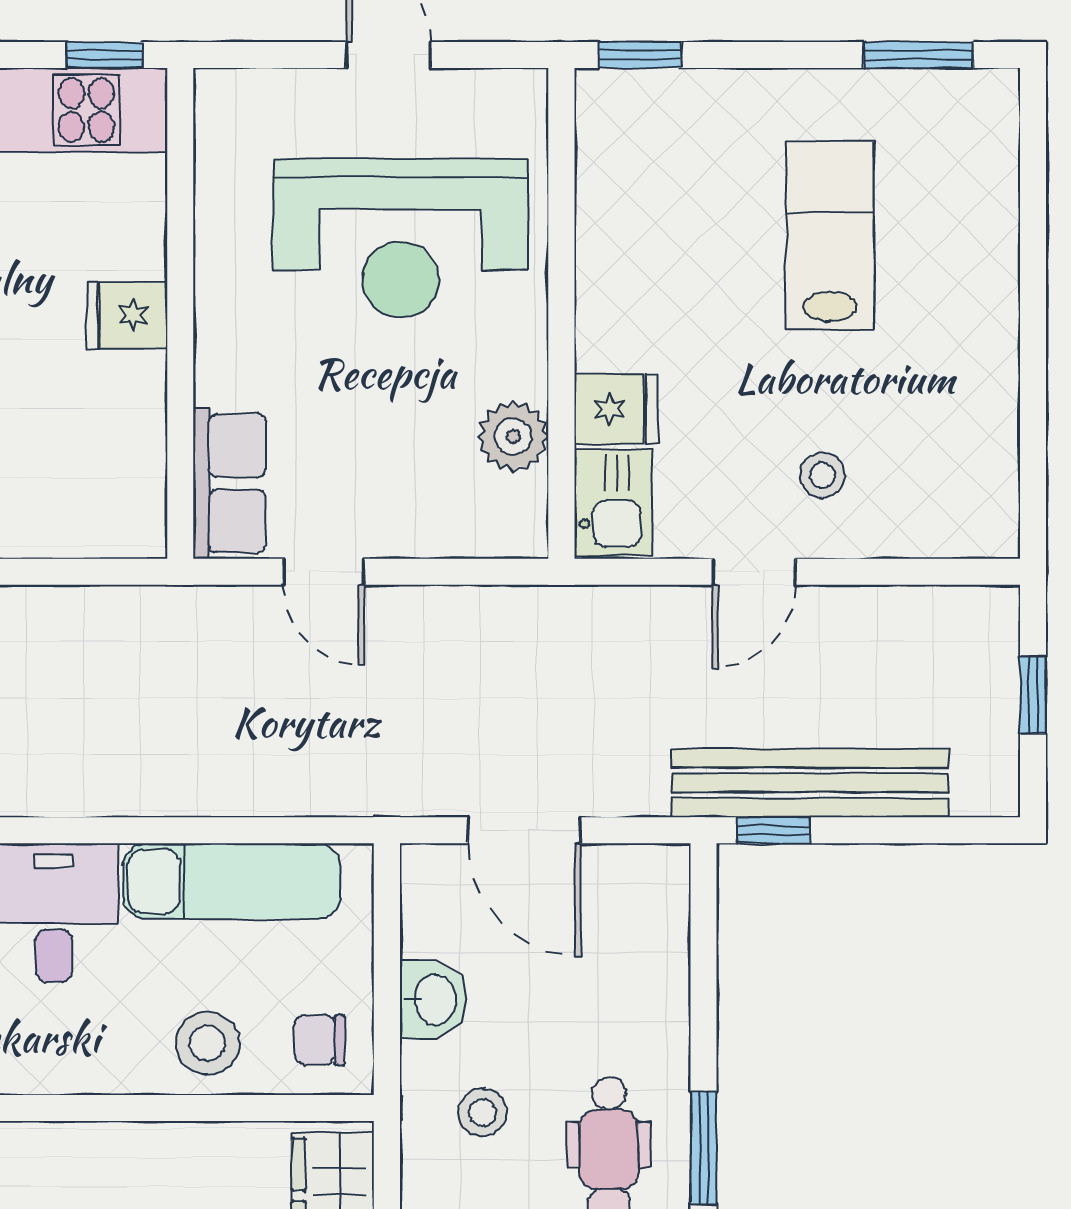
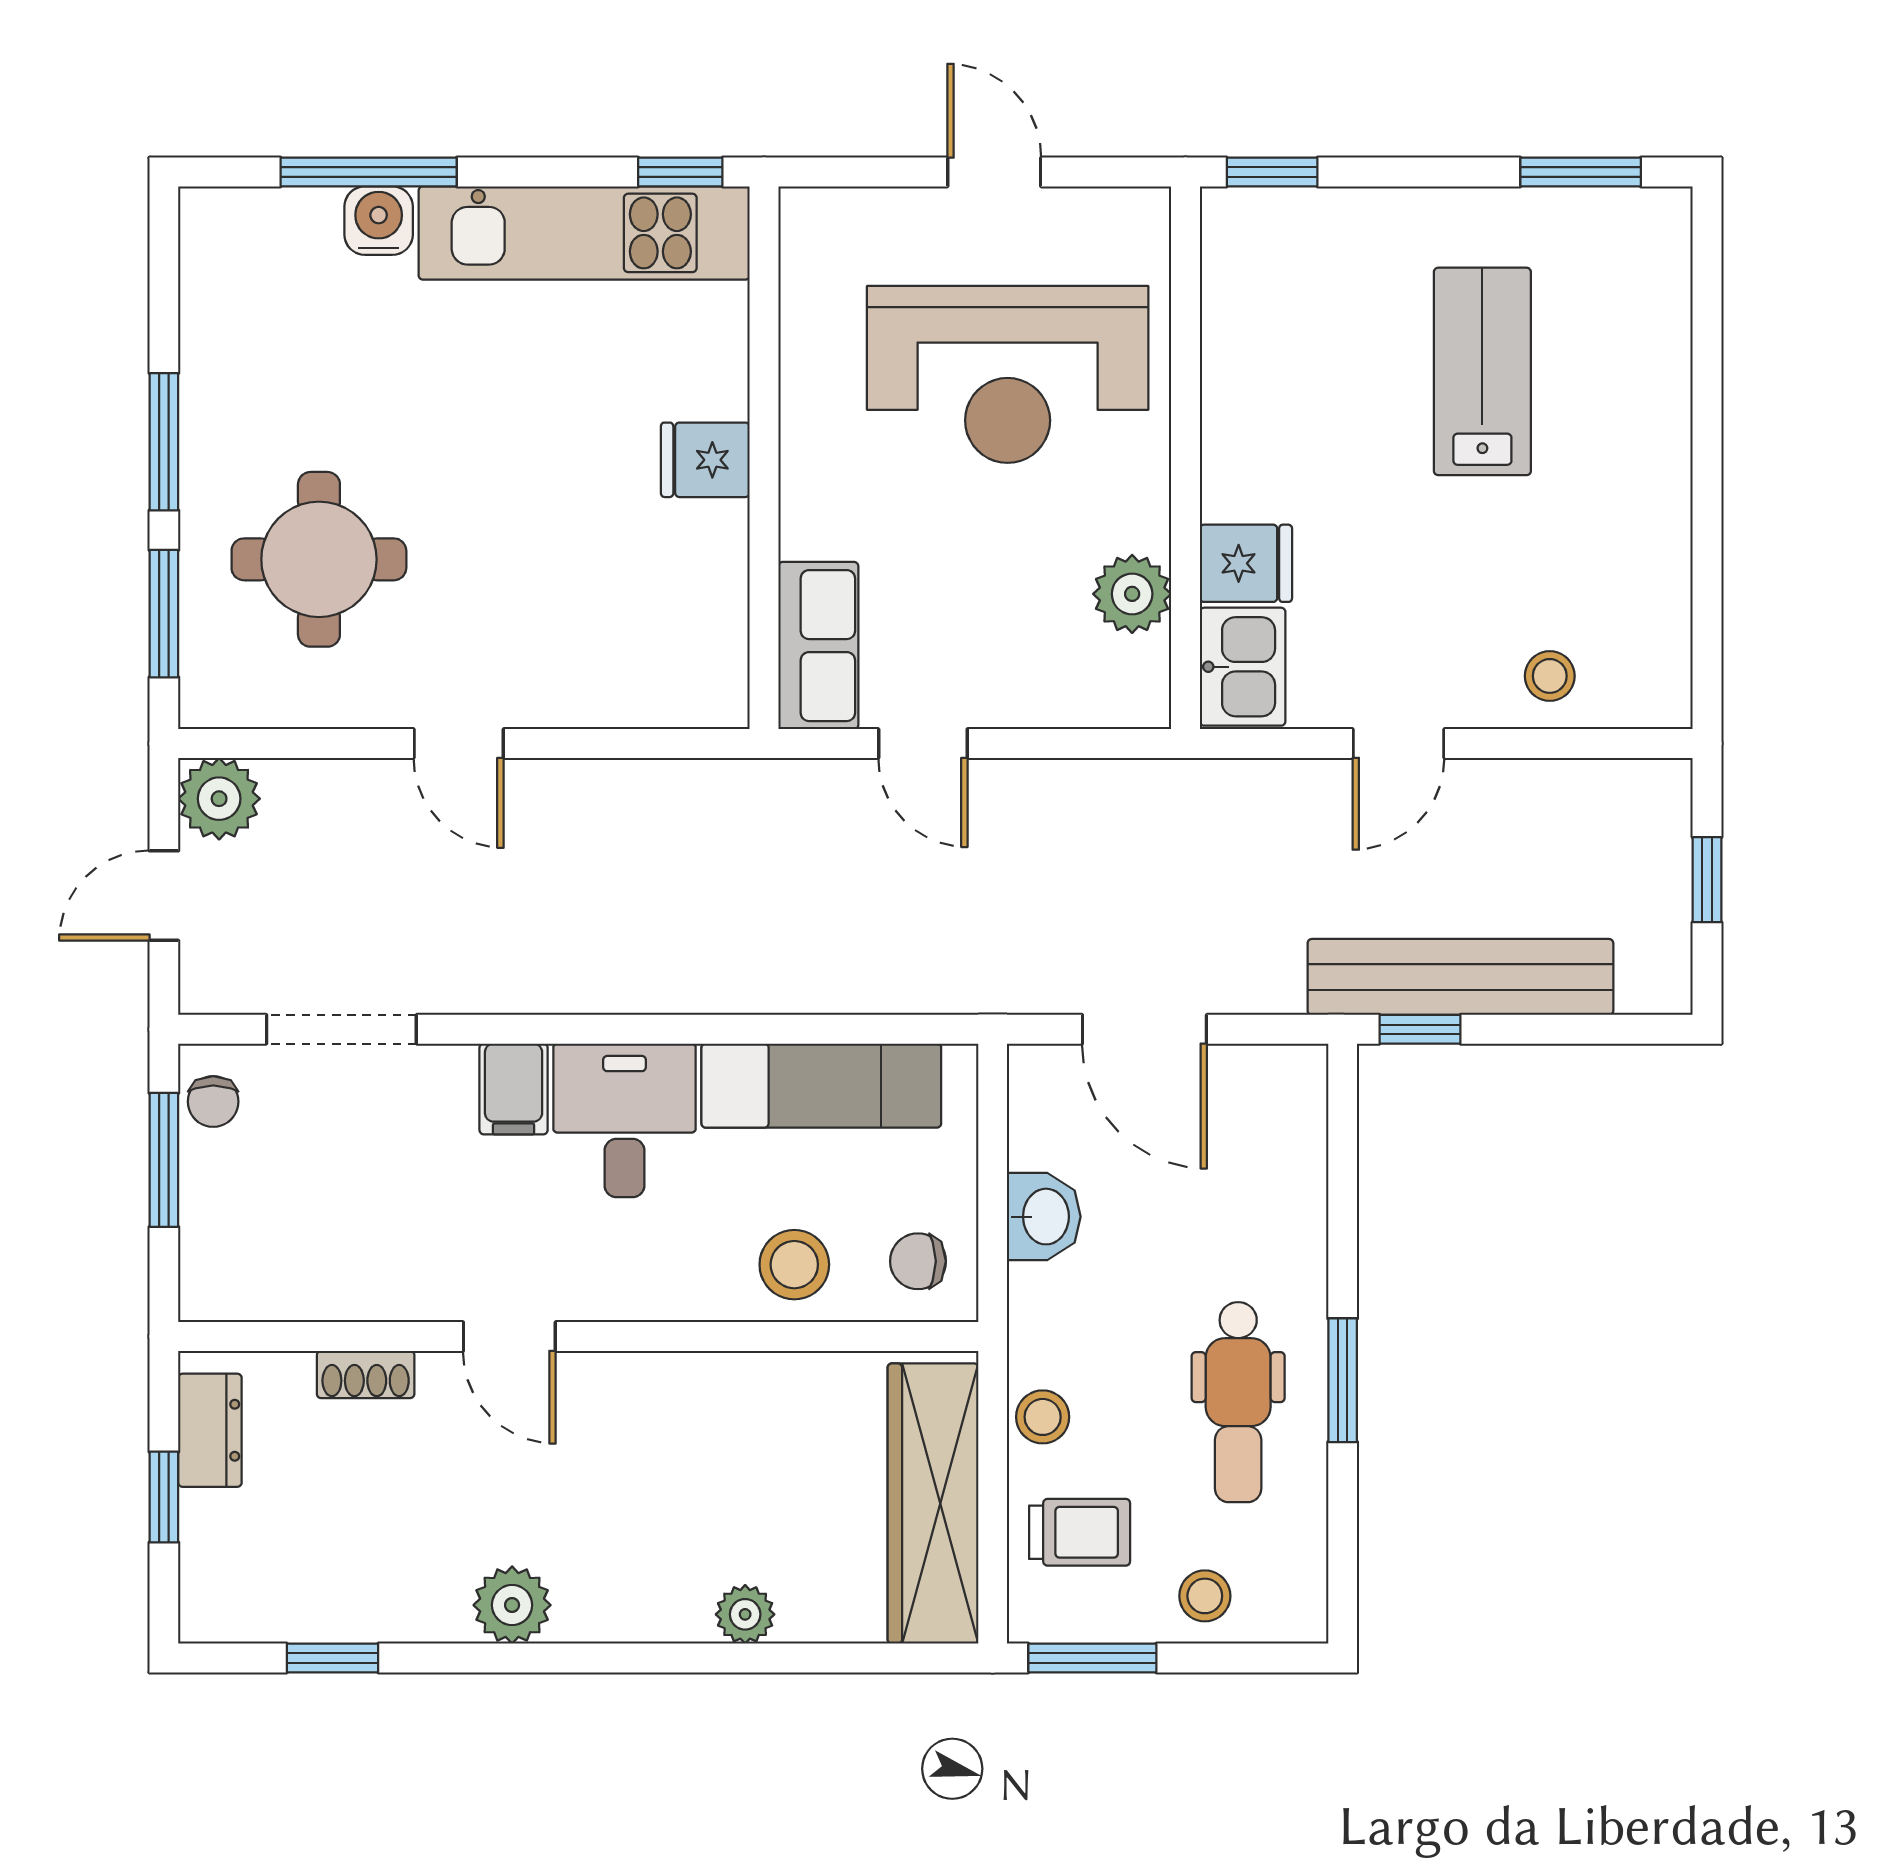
stool: (822, 475) -> (1550, 676), moved
stool: (482, 1112) -> (1043, 1417), moved

